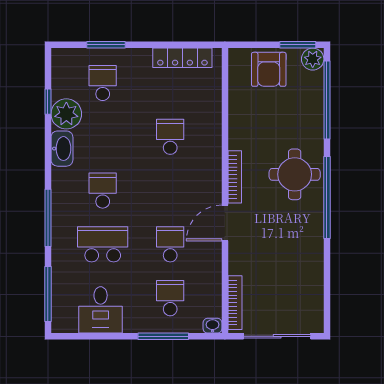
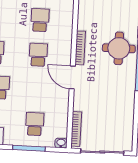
door: (225, 223) -> (72, 77), hinge flipped
school desk: (170, 244) -> (38, 55), moved

